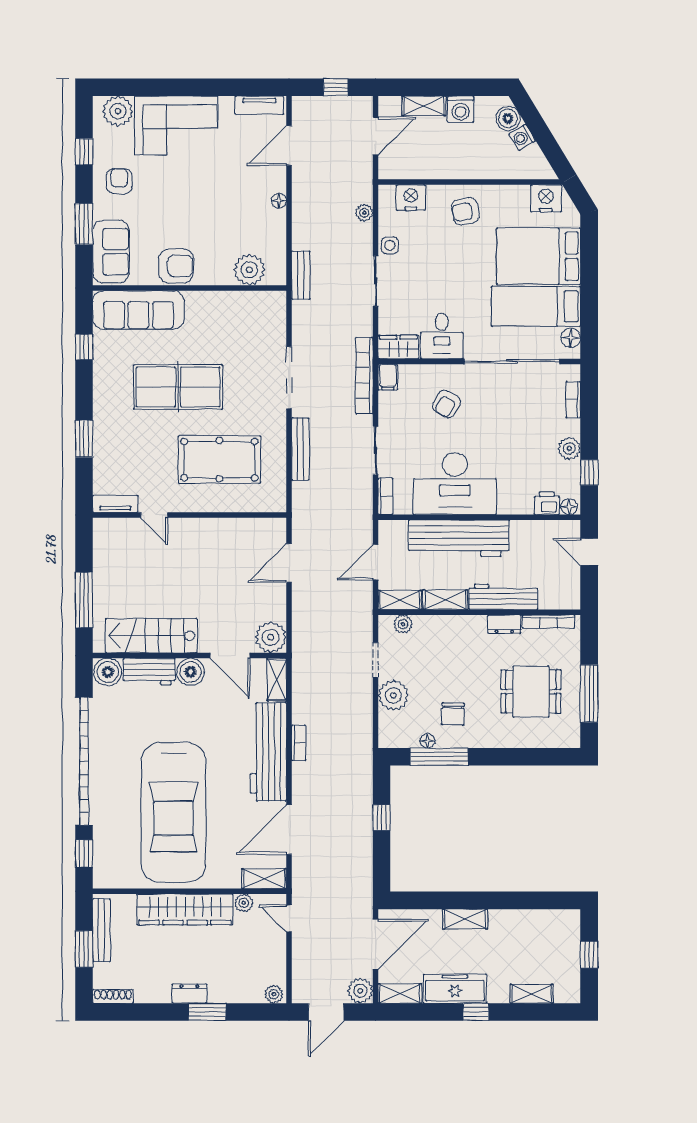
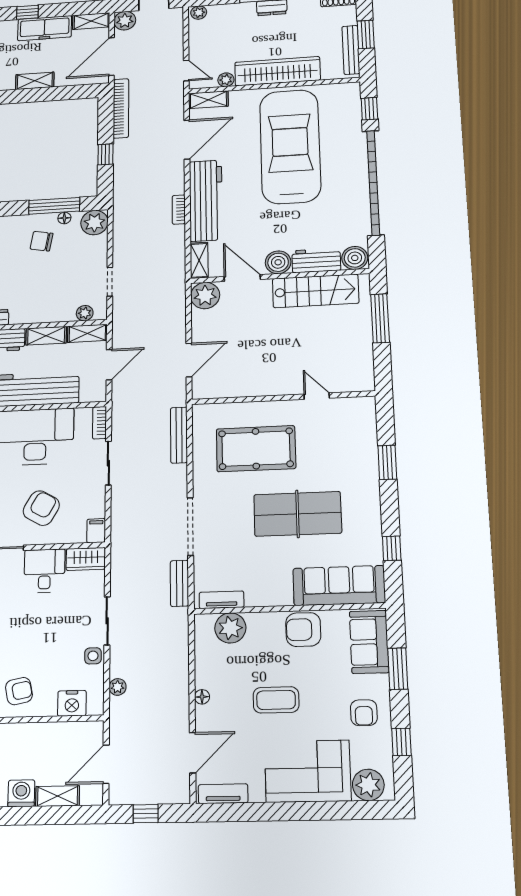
coffee table: (205, 196) -> (276, 700), added
bench: (301, 275) -> (180, 583), moved
bookcase: (364, 376) -> (121, 108), moved
armchair: (447, 404) -> (41, 508), width x1.38, depth x1.38
bench: (300, 449) -> (179, 435), moved
tv unit: (115, 504) -> (222, 600), moved, turned 180
plant: (393, 695) -> (94, 223), moved
chair: (453, 714) -> (42, 241), turned -82

